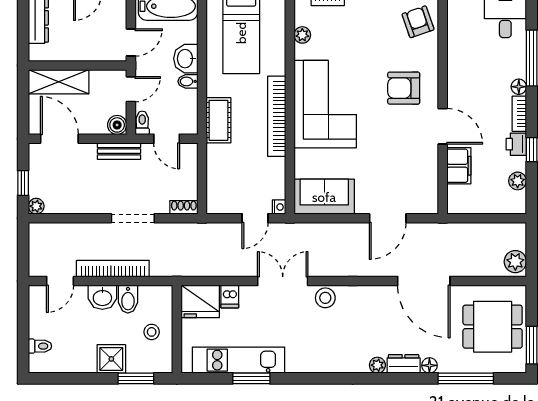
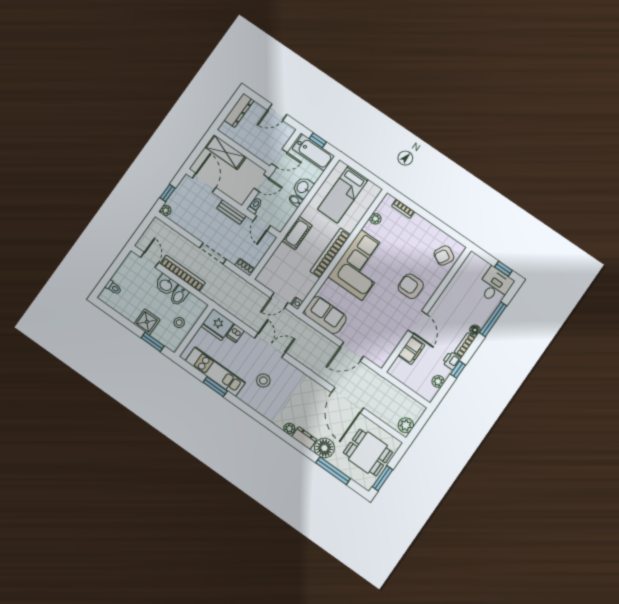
armchair: (418, 22) -> (444, 256), turned -133
boiler: (117, 125) -> (240, 197), removed
door: (60, 281) -> (150, 260), swing flipped
stool: (325, 298) -> (263, 381), moved
floor lamp: (429, 365) -> (324, 448), width x1.89, depth x1.89

